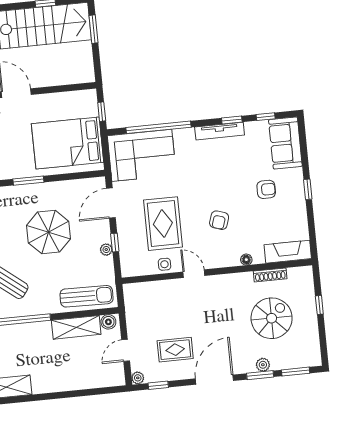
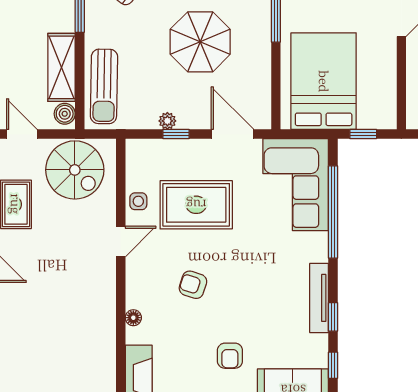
shoe rack: (270, 275) -> (108, 349), removed
spiral stairs: (272, 318) -> (75, 170), moved

